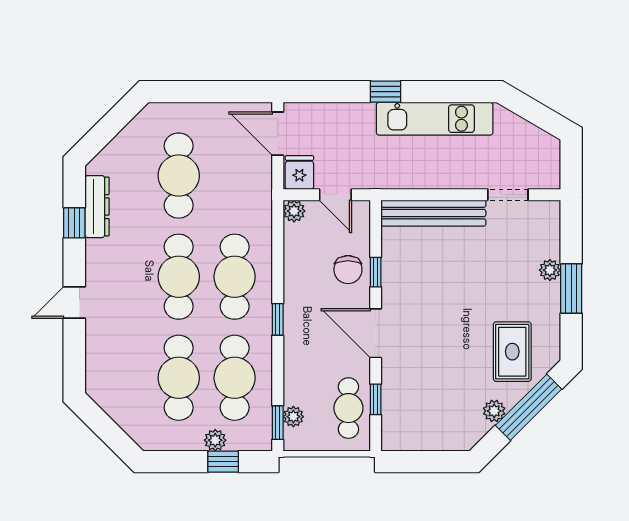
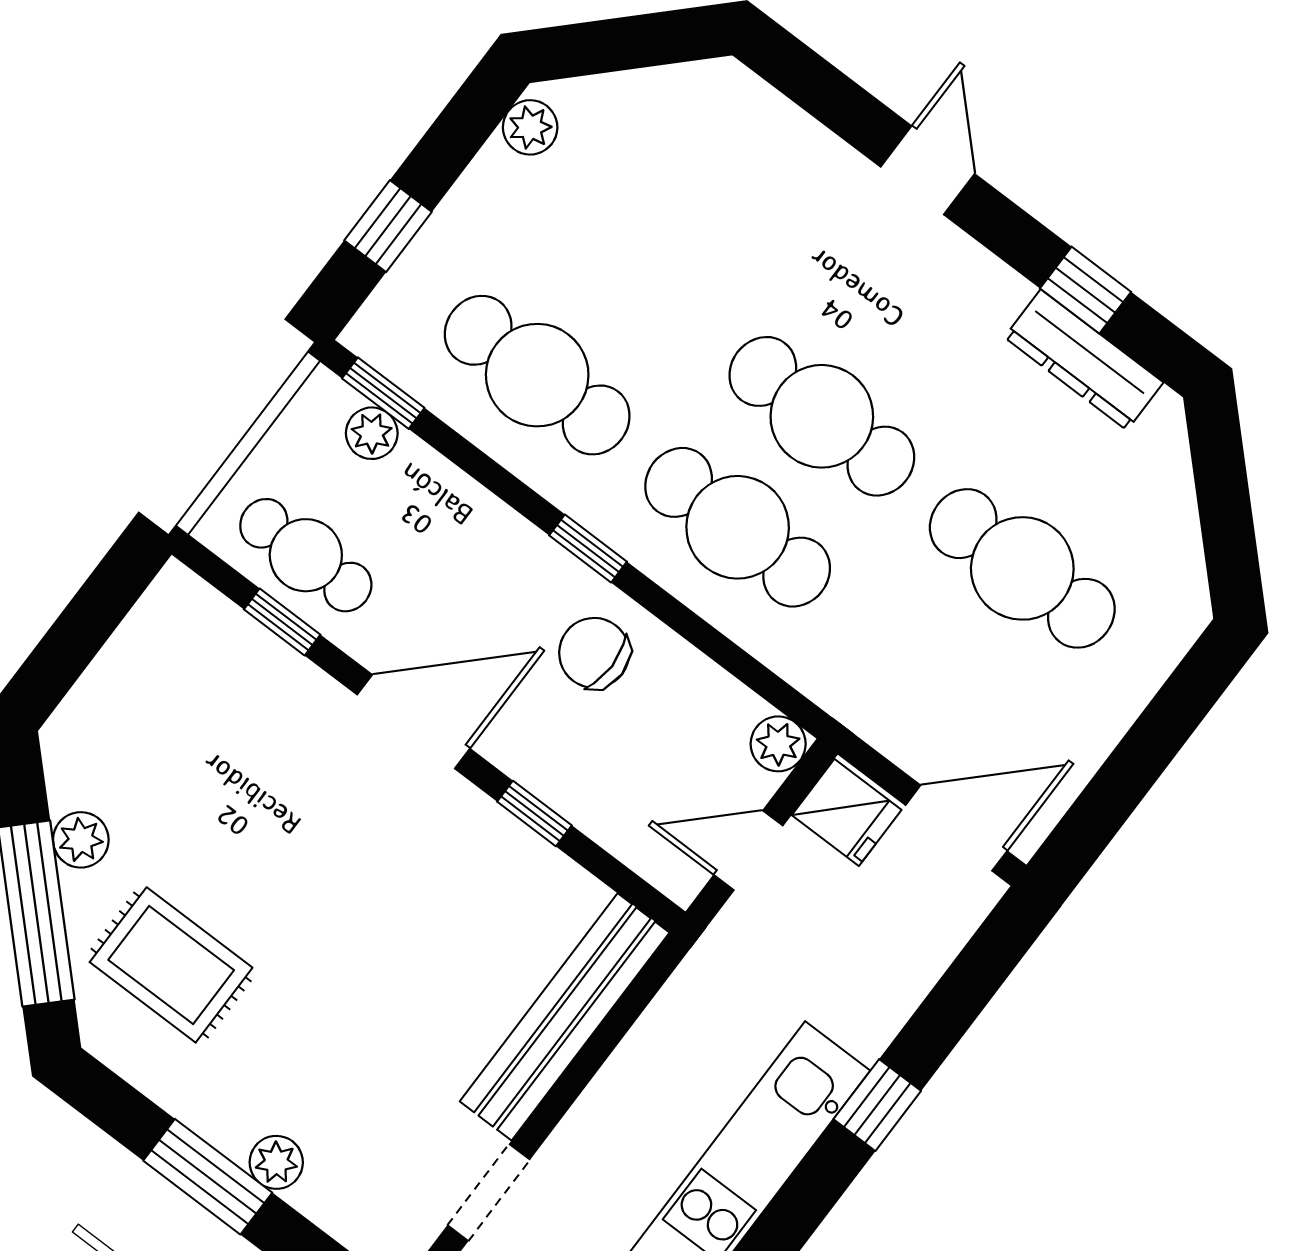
chair: (348, 270) -> (594, 653), moved
cafe table: (179, 378) -> (621, 264), removed
plant: (215, 440) -> (530, 127), moved

